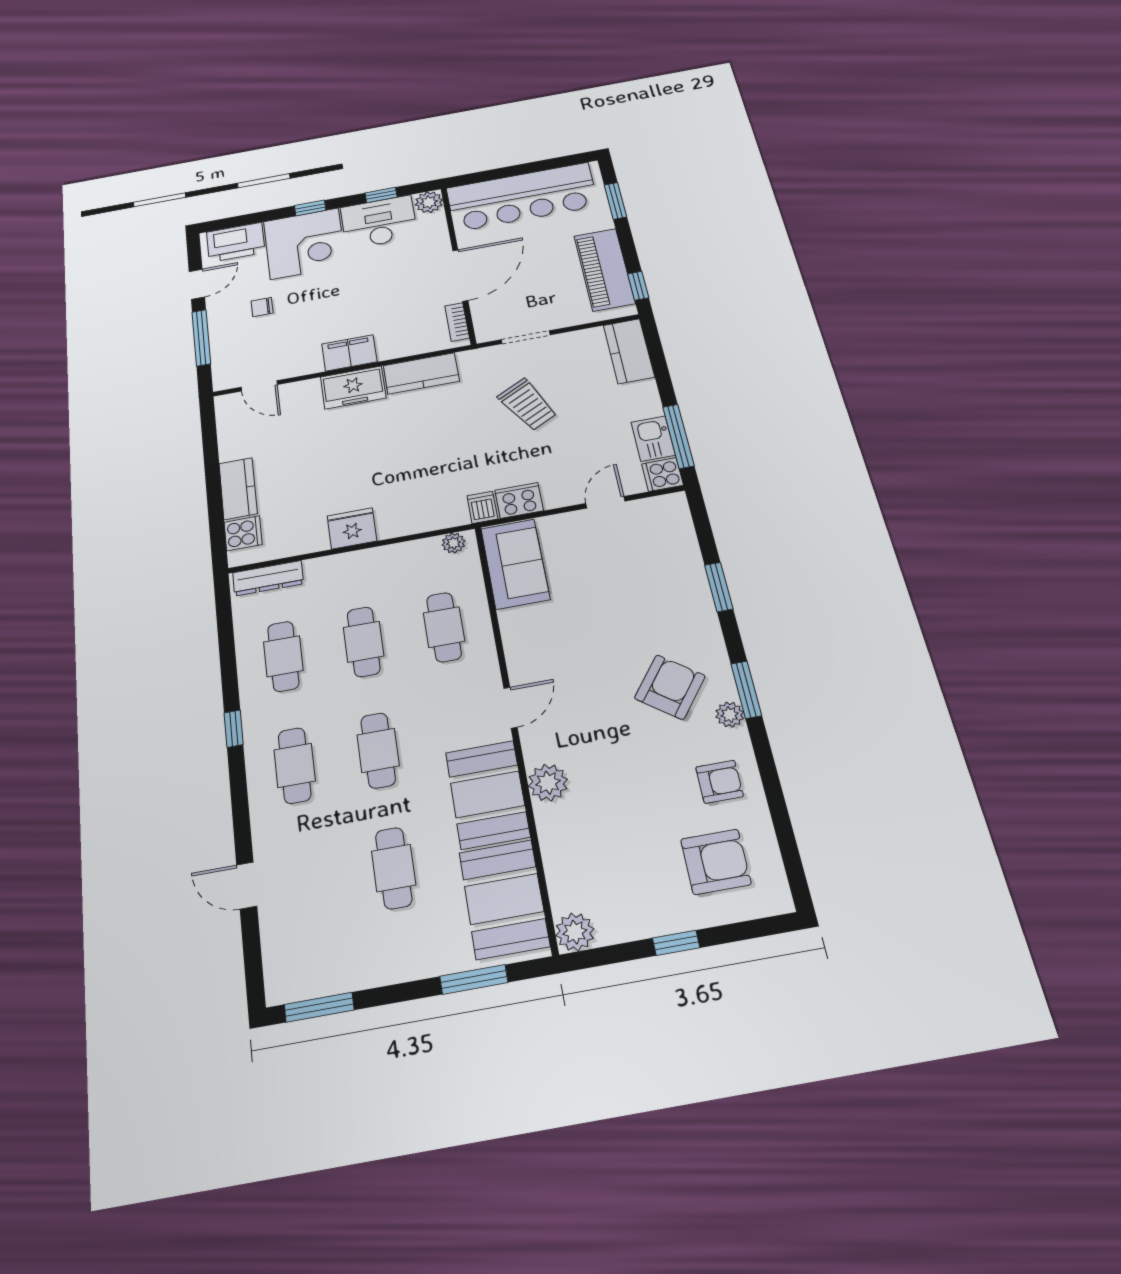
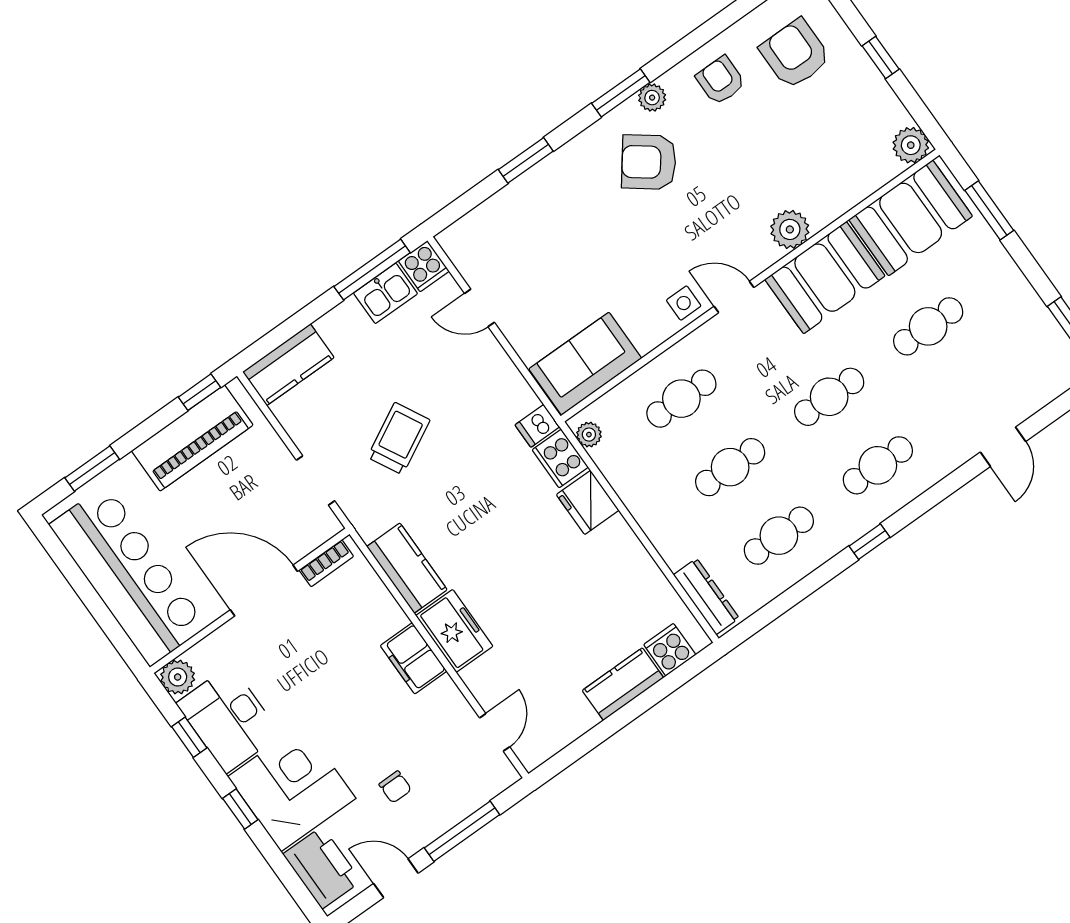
cooker: (519, 500) -> (560, 459), moved
fridge: (352, 528) -> (588, 502), moved
side table: (527, 663) -> (684, 303), added

